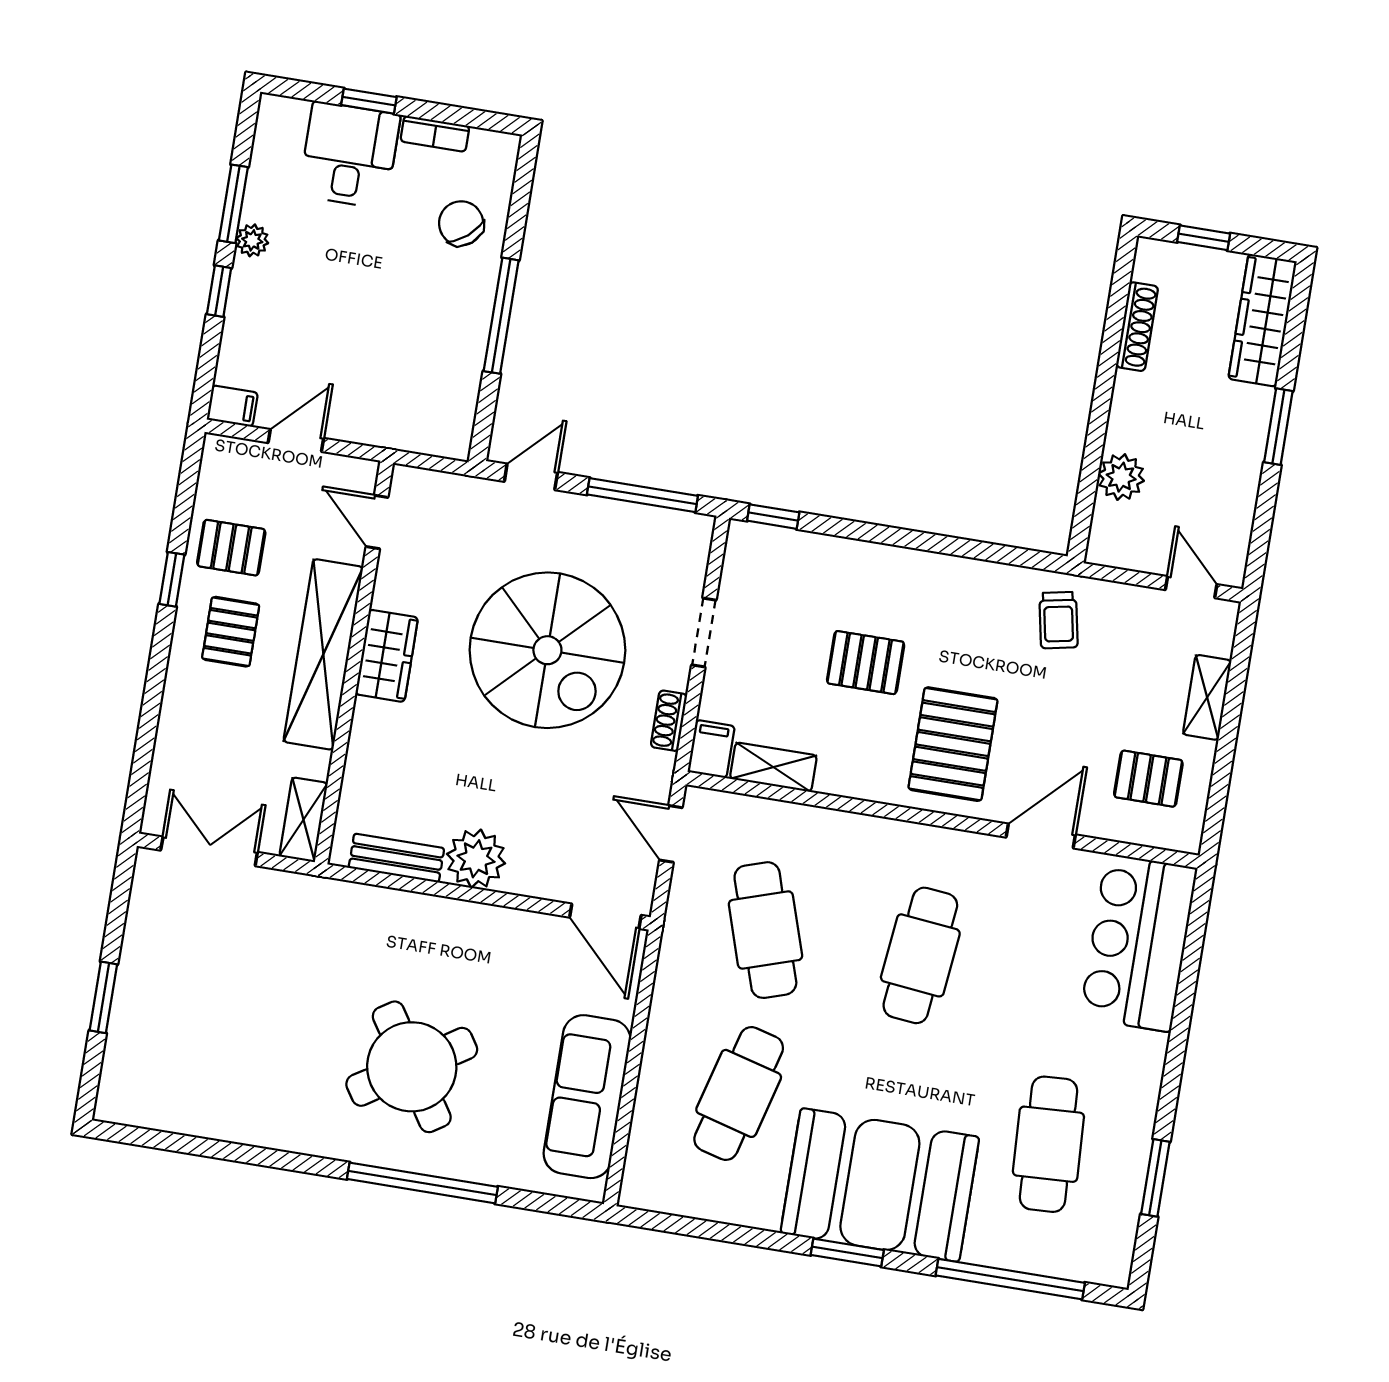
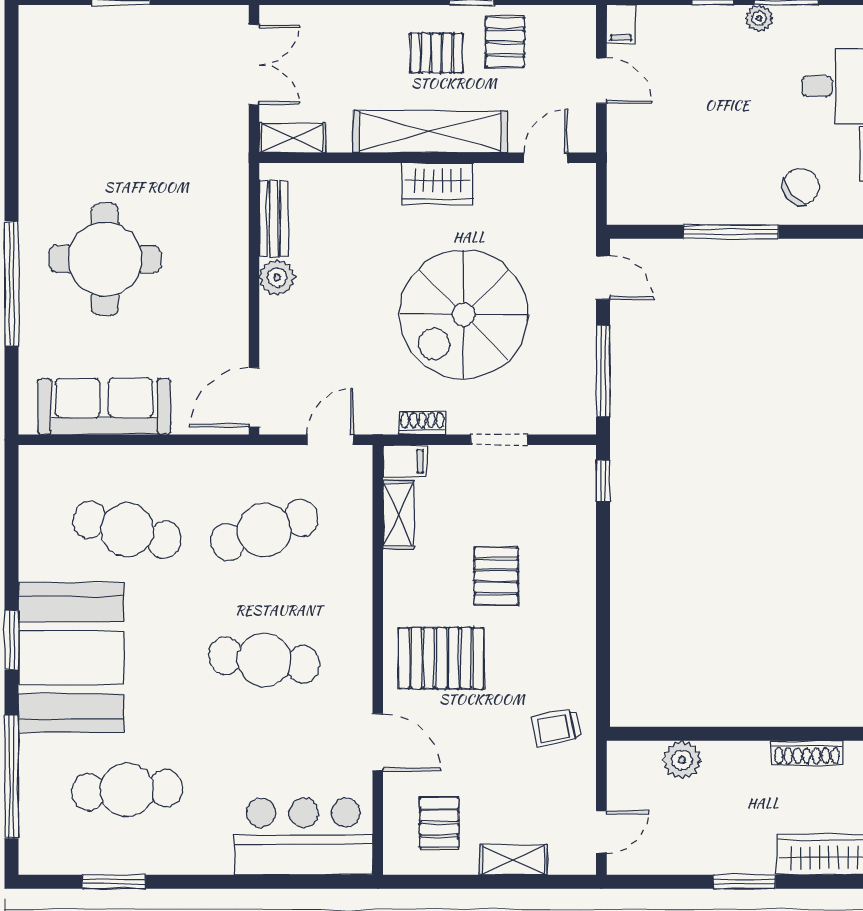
plant: (476, 859) -> (277, 277), width x0.73, depth x0.73
round table: (412, 1067) -> (105, 259), turned 33

